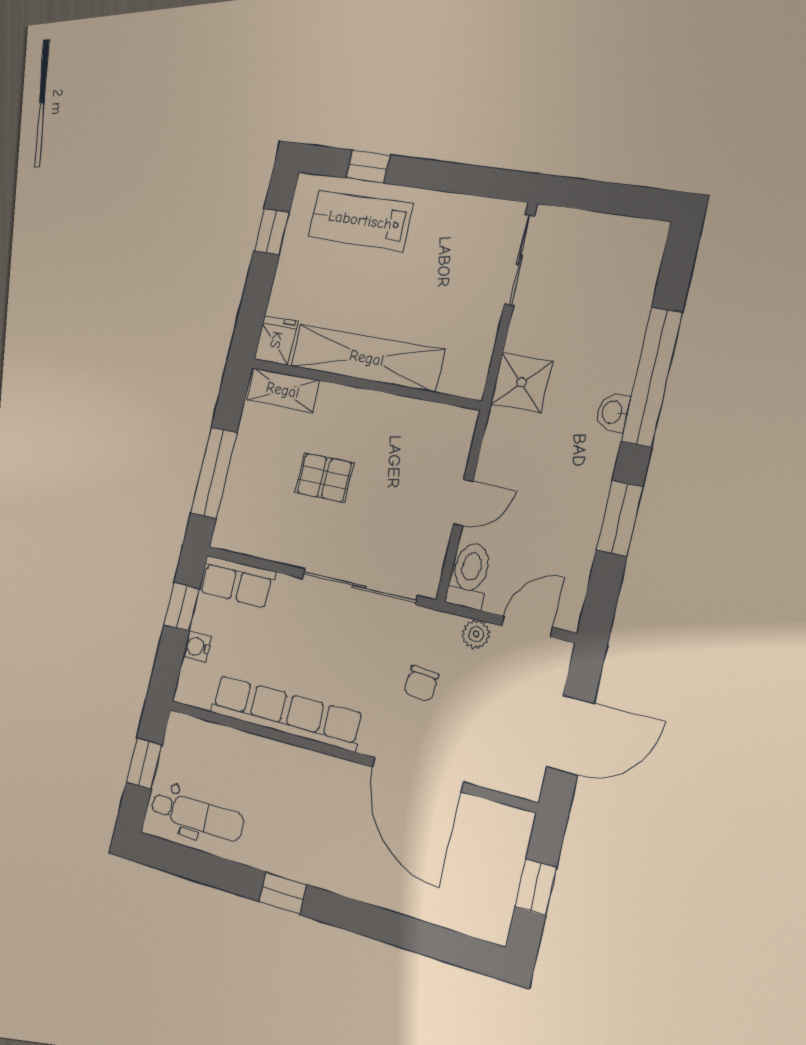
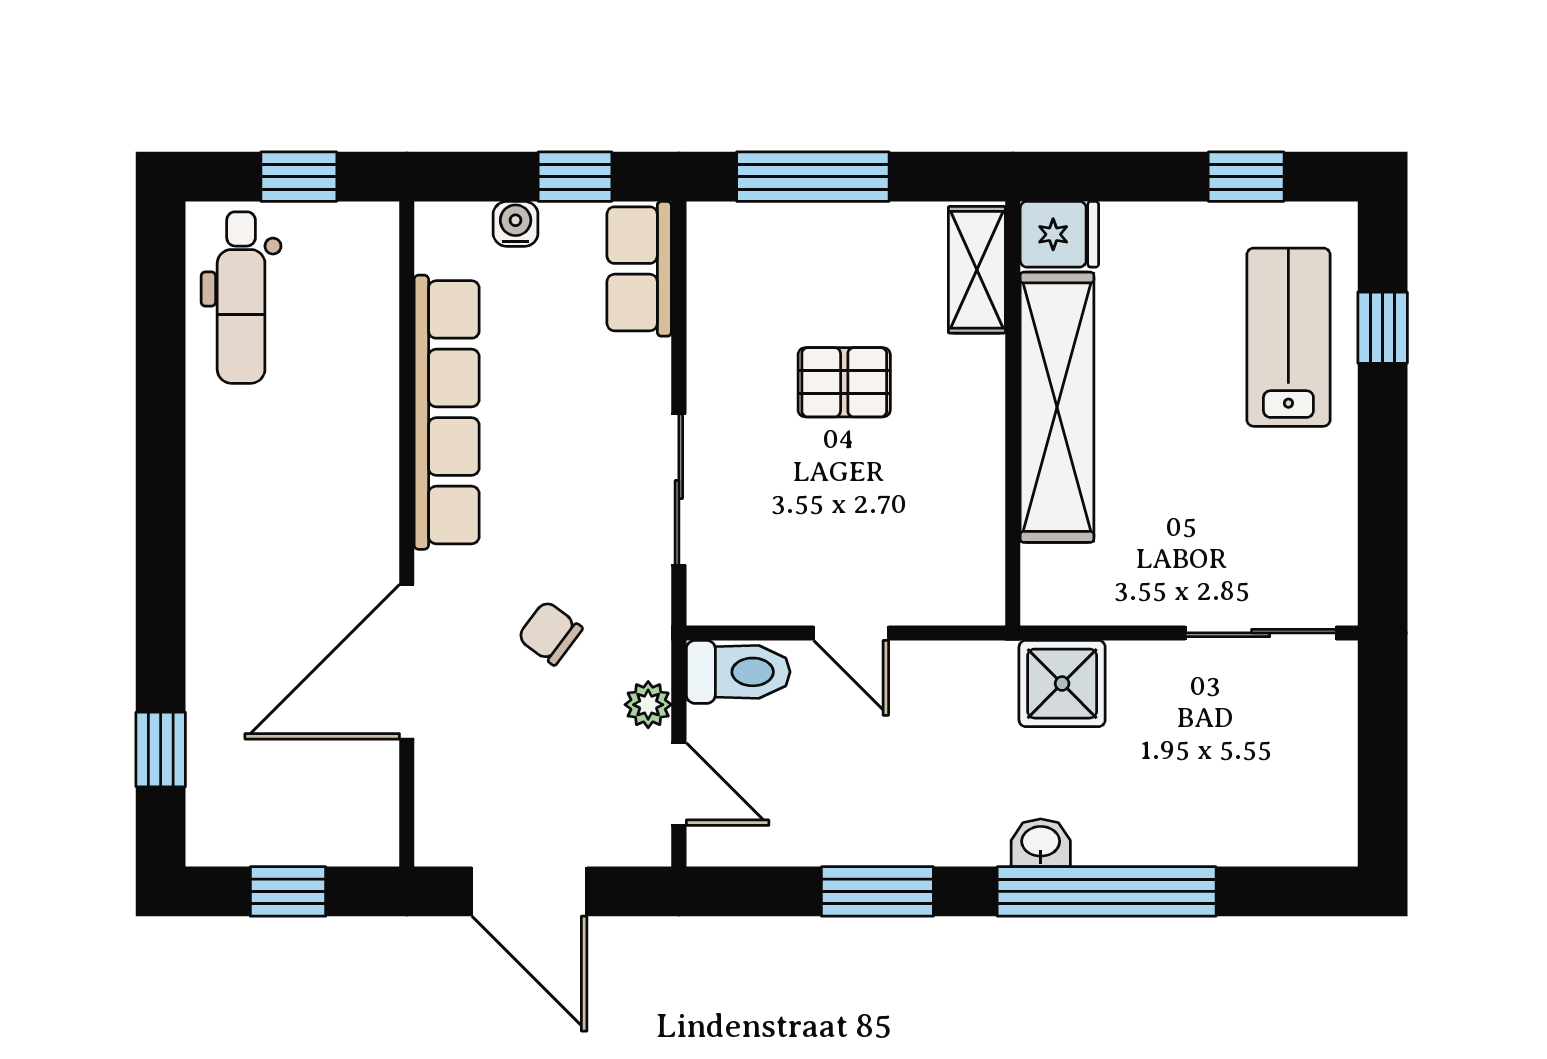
pallet: (324, 478) -> (844, 382), turned 90
sliding door: (359, 587) -> (679, 489), width x0.73
chair: (421, 683) -> (550, 633), turned 32
window: (283, 893) -> (161, 749), moved

